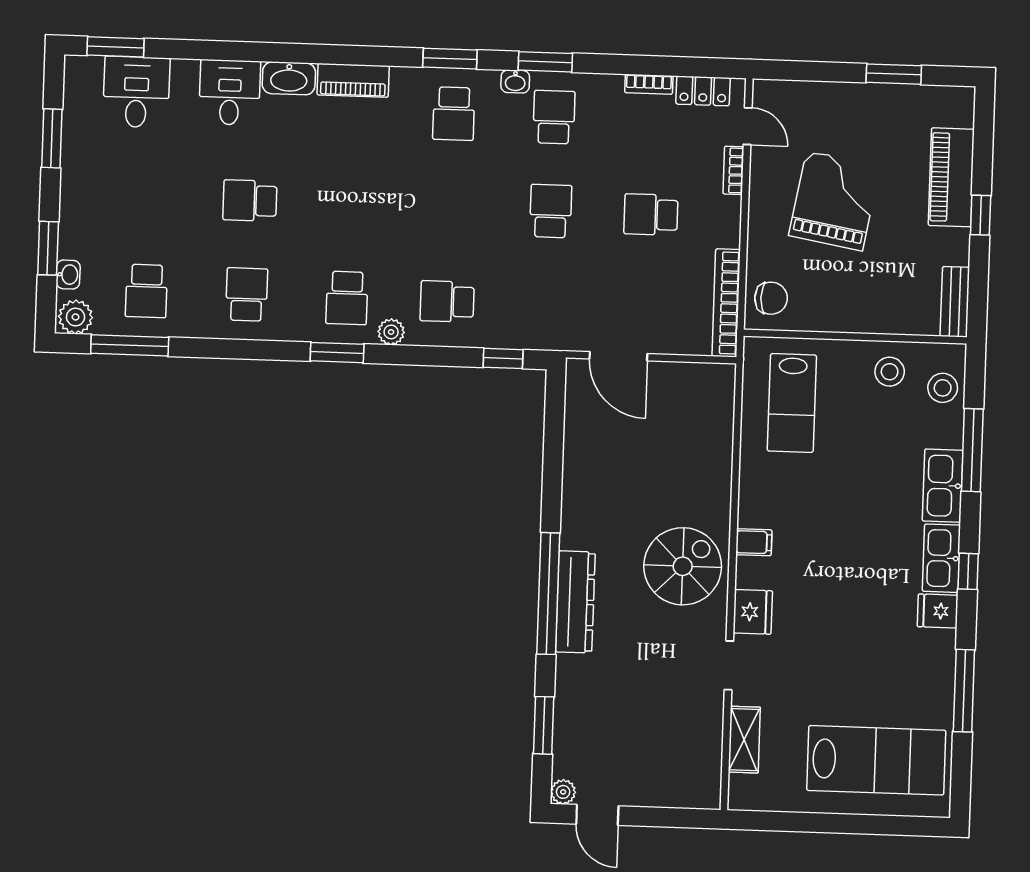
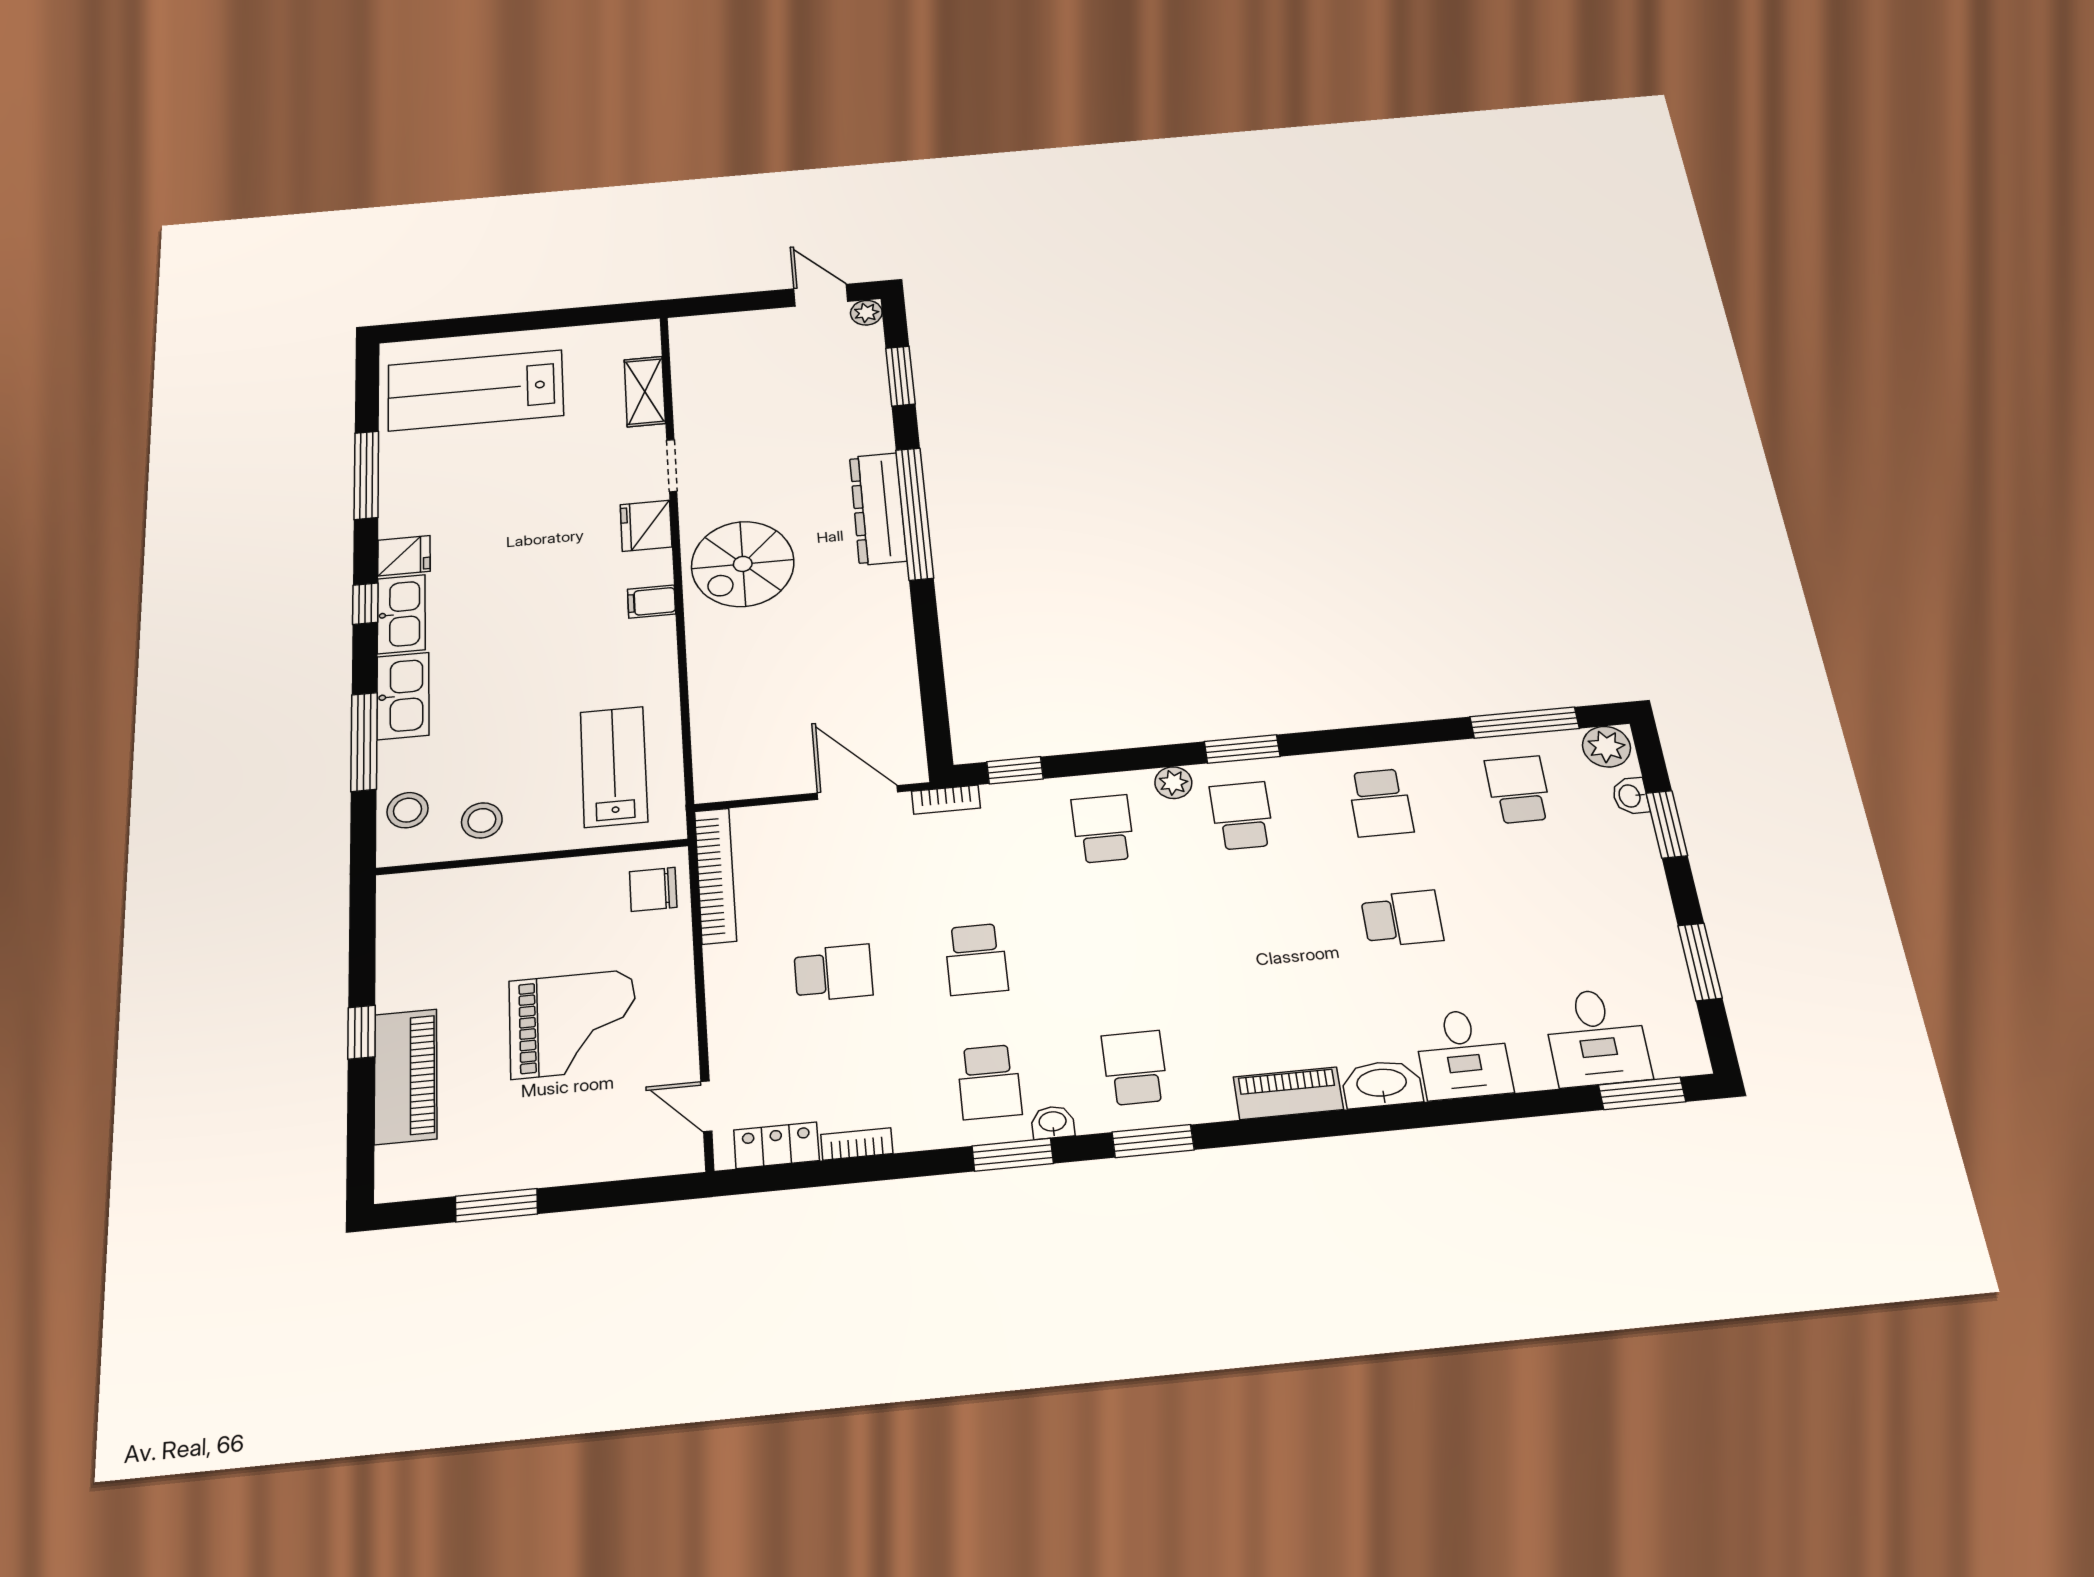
bookcase: (733, 170) -> (946, 800), moved, turned 90
grand piano: (834, 201) -> (573, 1024), turned -100
school desk: (447, 301) -> (1103, 829), turned -90
bench: (955, 302) -> (395, 917), removed

